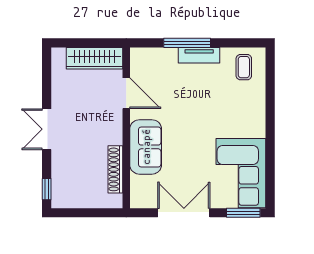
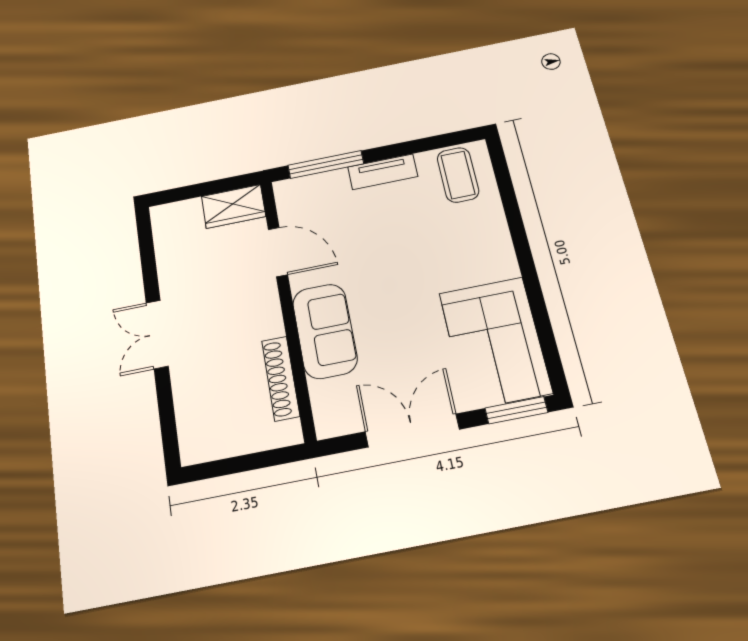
window: (187, 43) -> (326, 165), moved
wardrobe: (95, 58) -> (234, 206), width x0.67
coffee table: (244, 67) -> (458, 175), width x1.36, depth x1.30
window: (47, 189) -> (169, 435), removed

